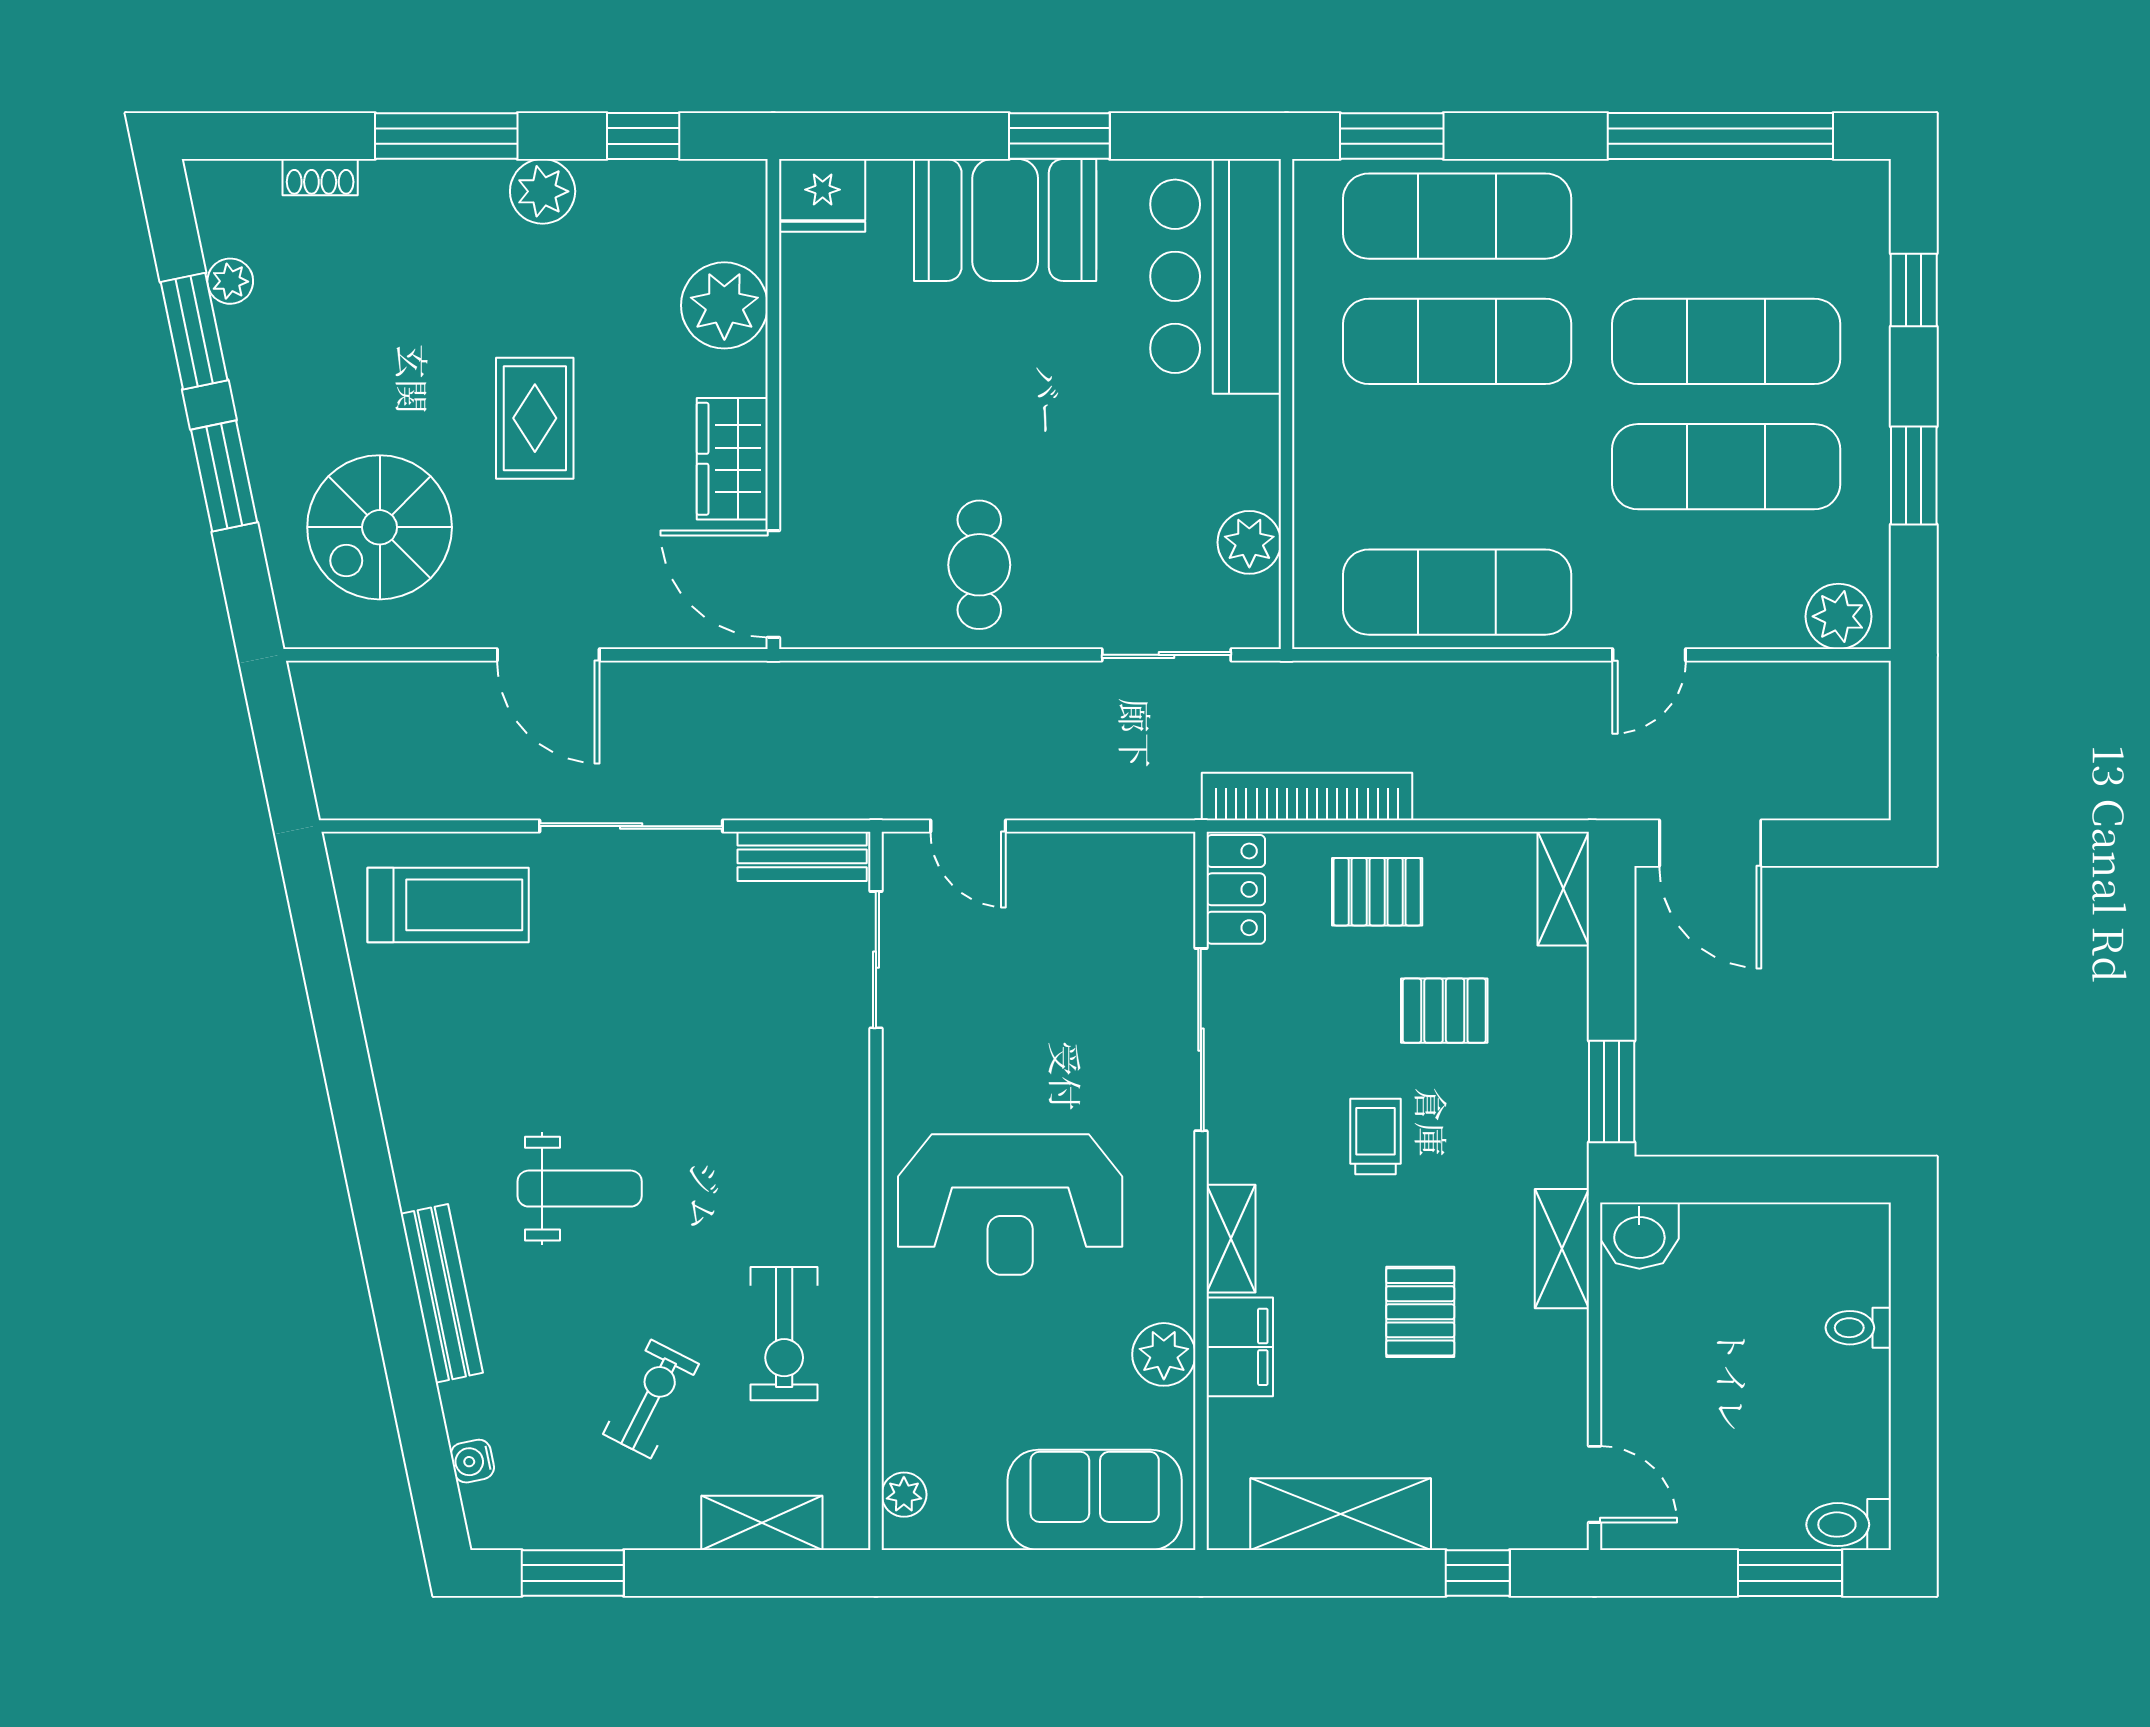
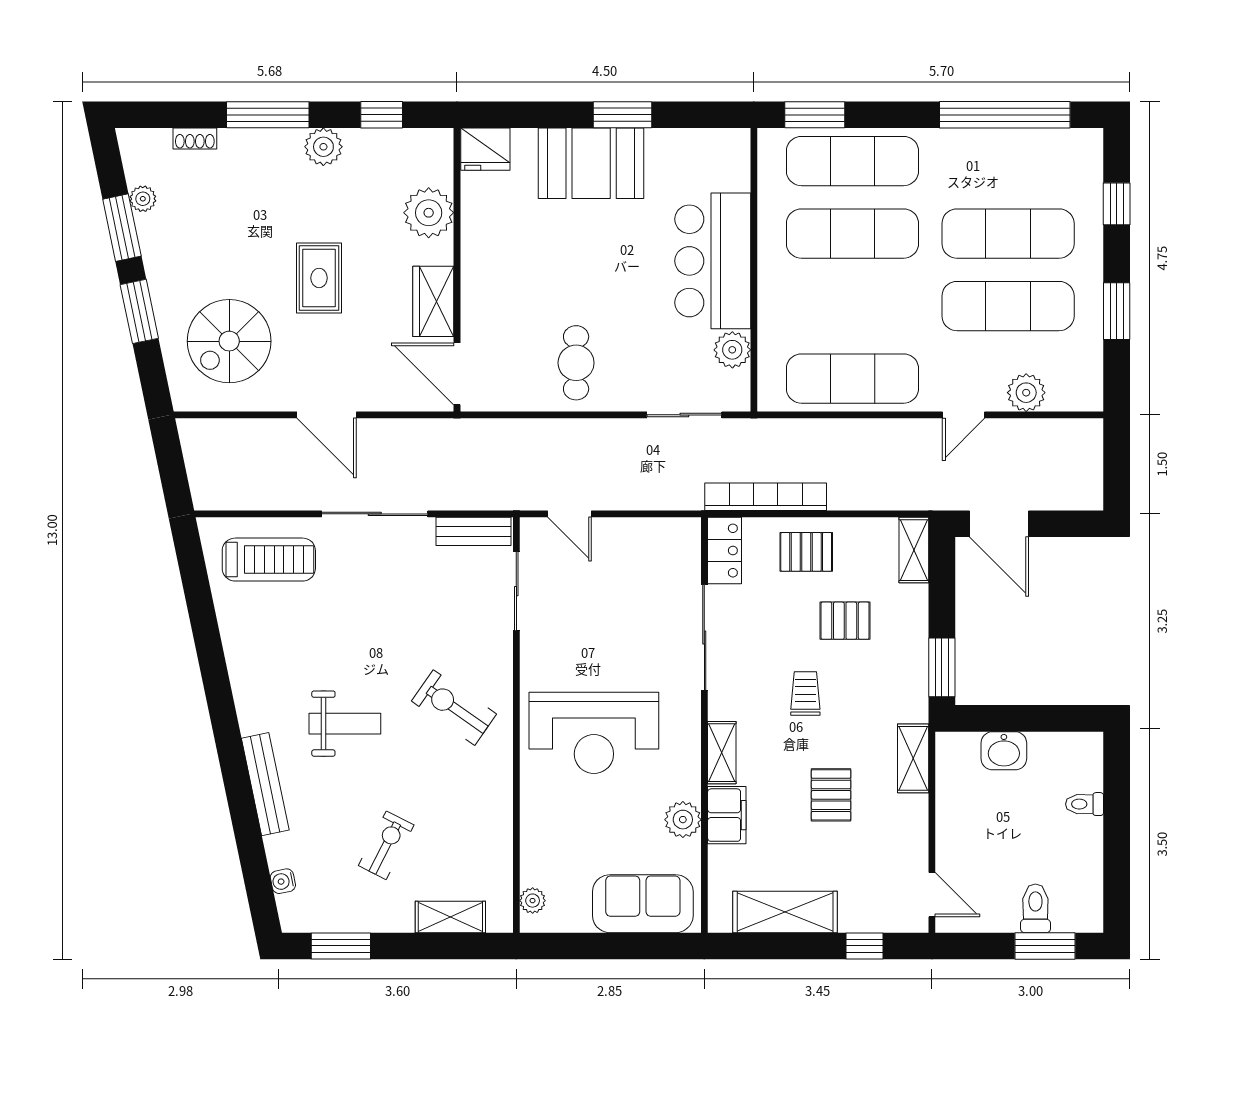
bar counter: (1216, 276) -> (713, 261), moved
plant: (1839, 616) -> (1026, 393), moved
washbasin: (1639, 1236) -> (1004, 751), moved
exercise bike: (784, 1334) -> (454, 708), moved, turned 125
toilet: (1849, 1525) -> (1035, 908), moved, turned 90

